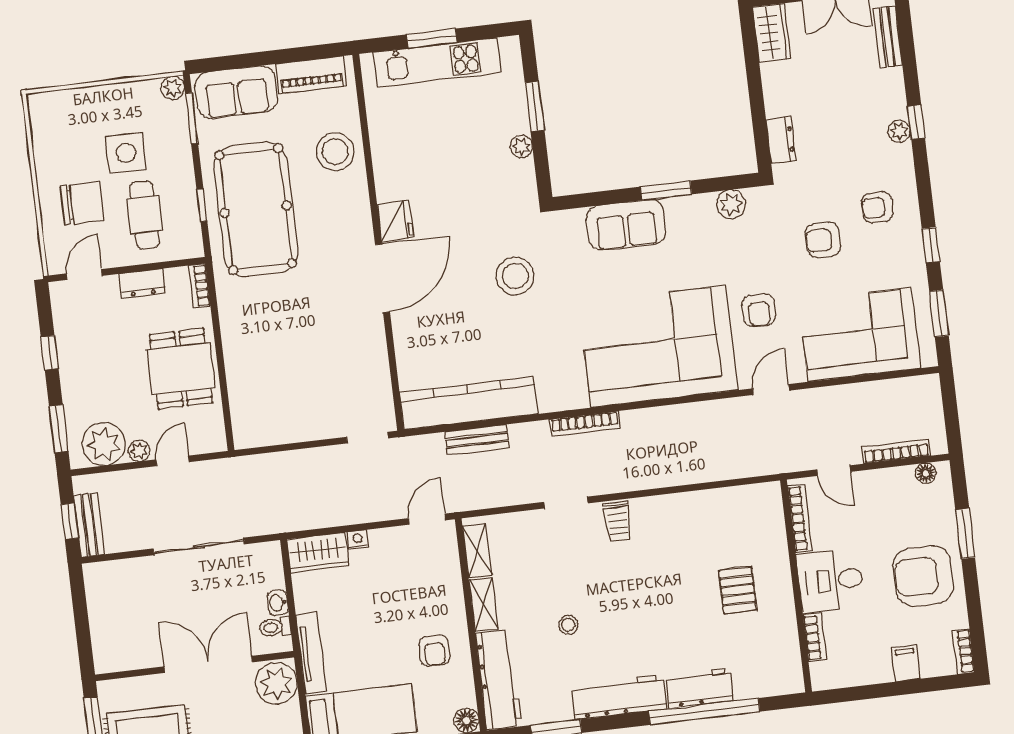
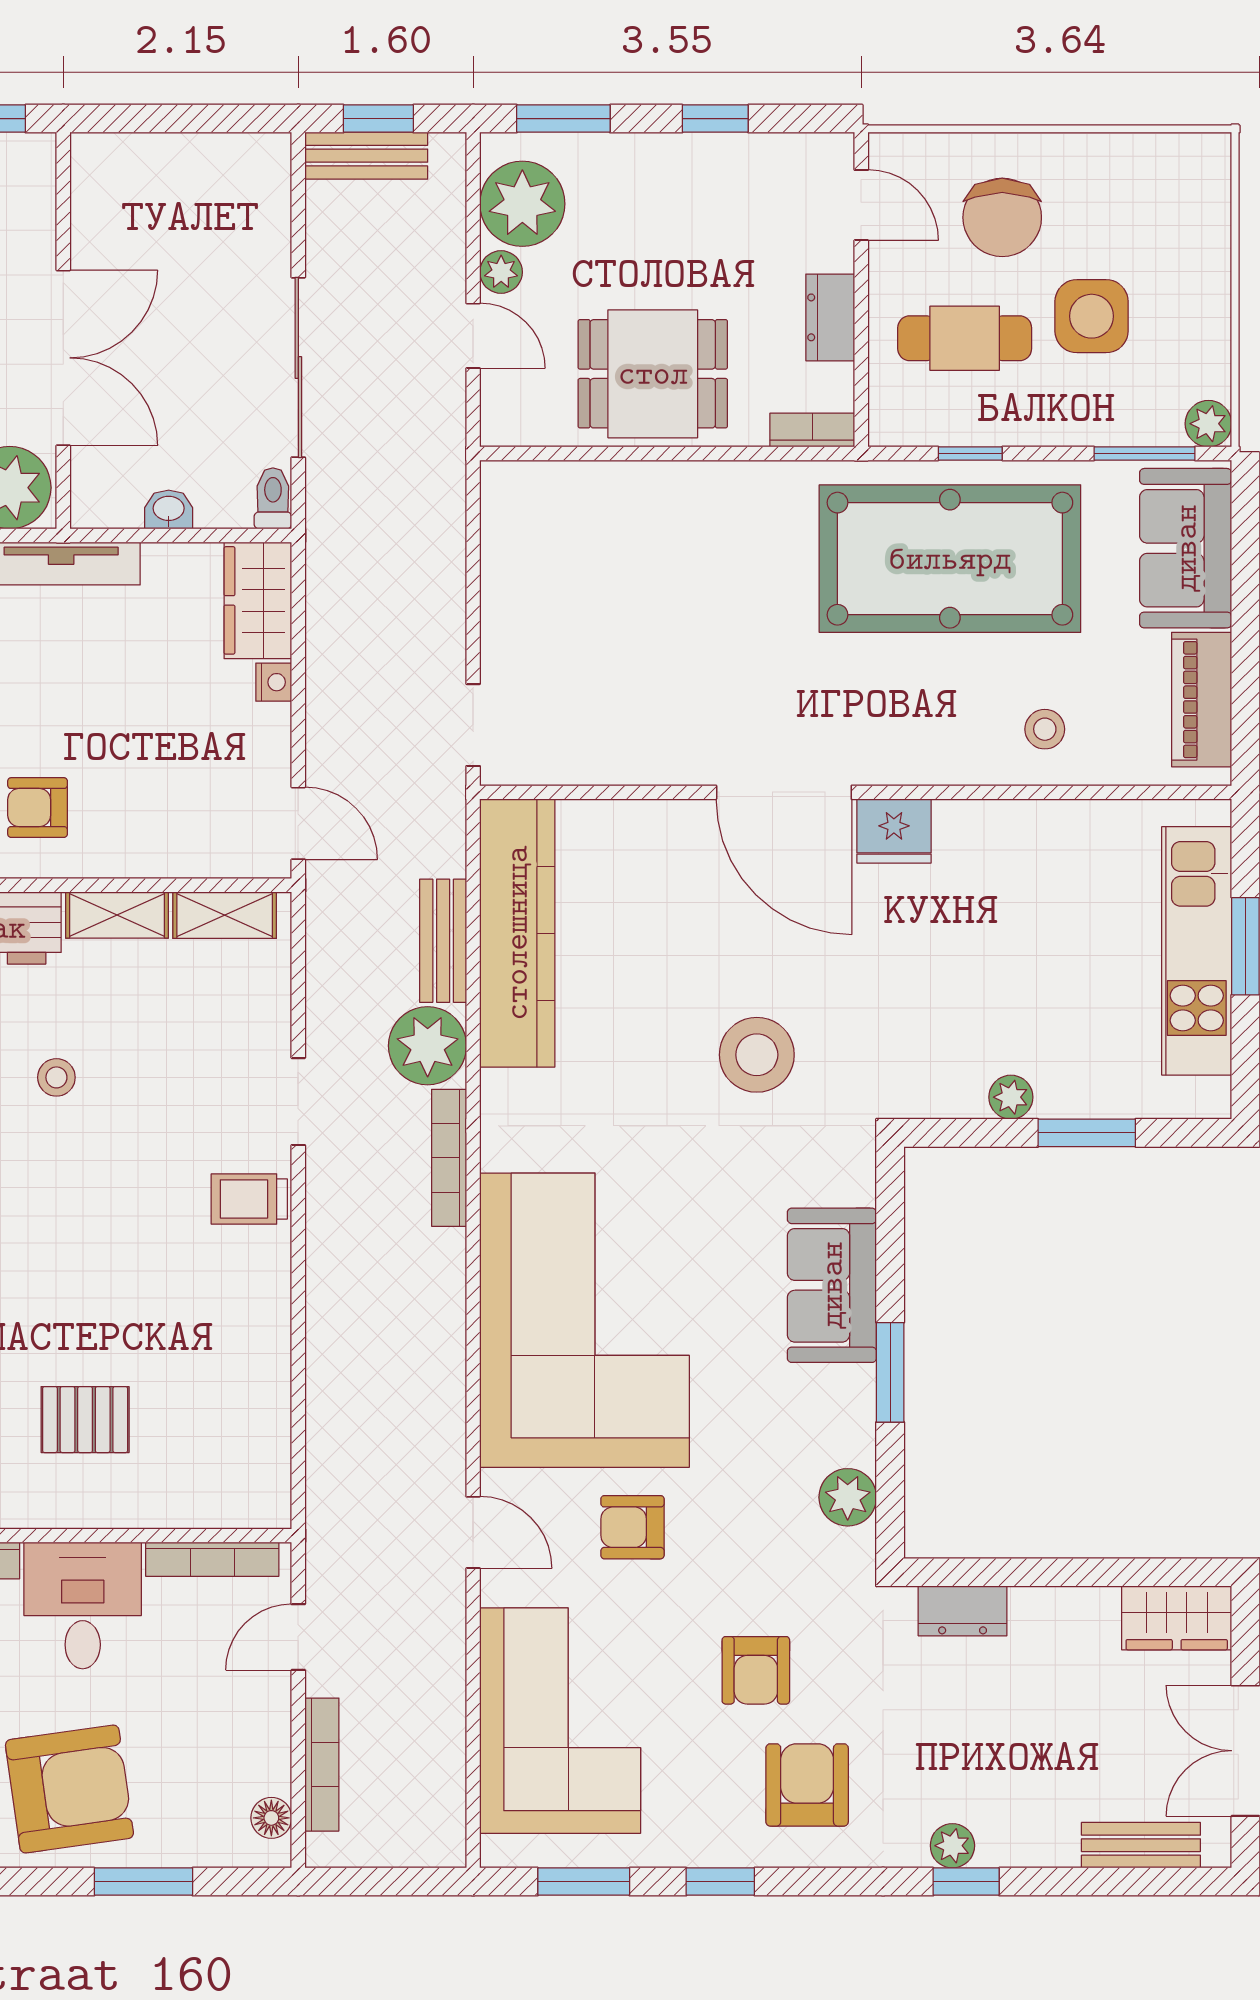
stool: (335, 152) -> (1045, 729), width x0.53, depth x0.53
armchair: (877, 207) -> (807, 1785), width x1.38, depth x1.38
armchair: (823, 240) -> (756, 1670), turned 180
plant: (530, 441) -> (428, 1046), added
armchair: (923, 576) -> (69, 1789), turned 82
toilet: (275, 627) -> (273, 498), moved

